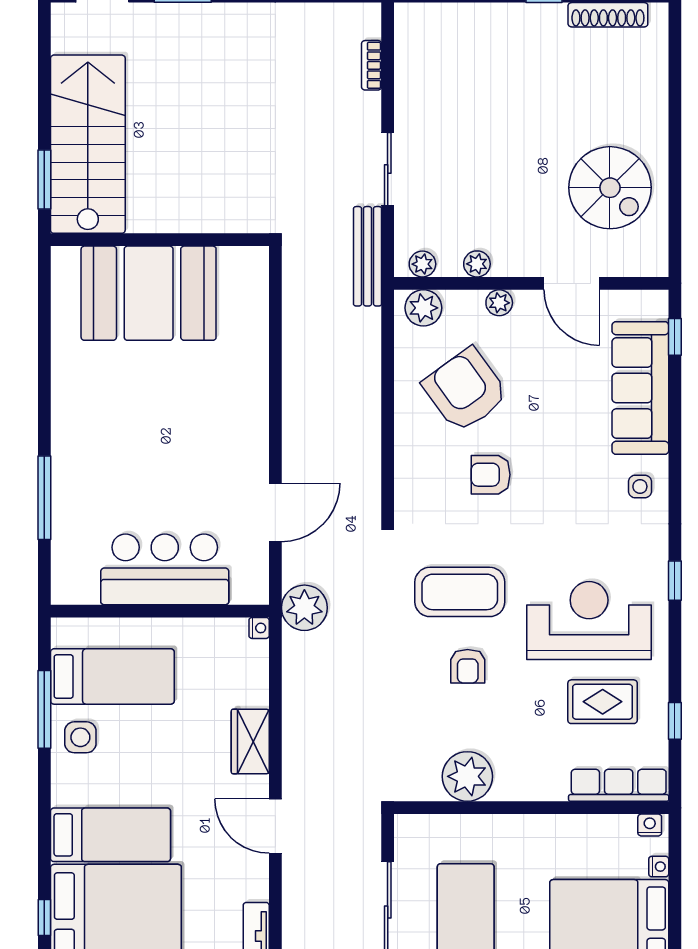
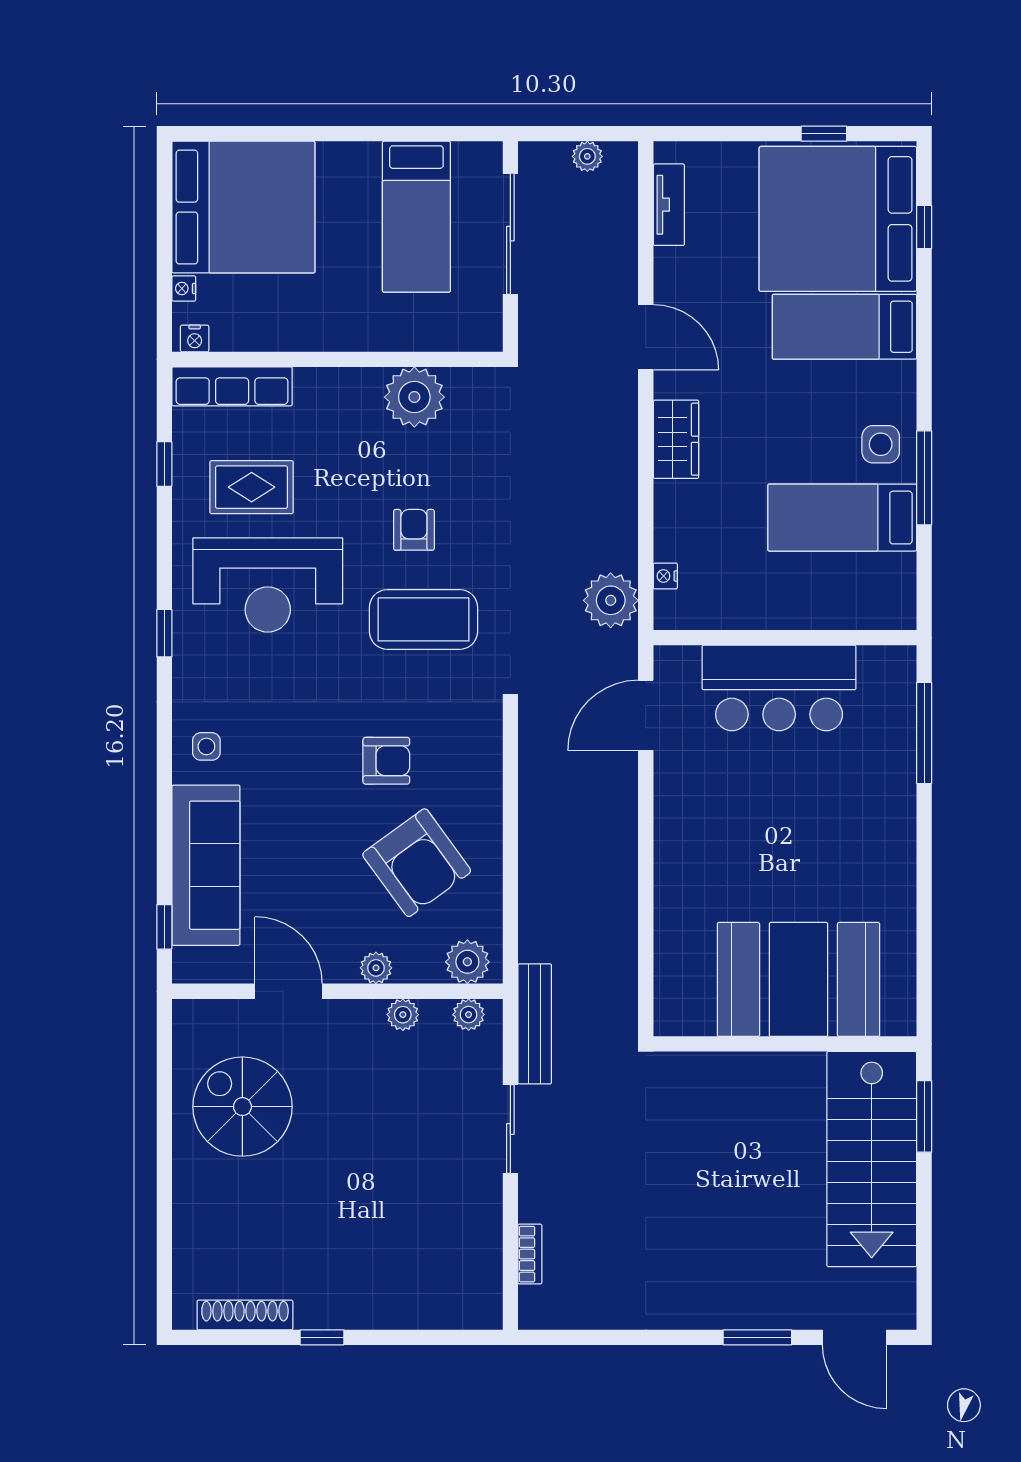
bar counter: (165, 569) -> (779, 688), moved
wall: (160, 611) -> (785, 638), moved

